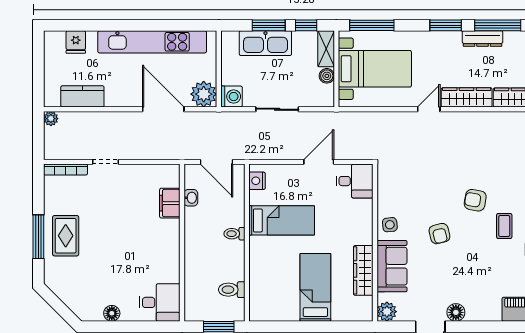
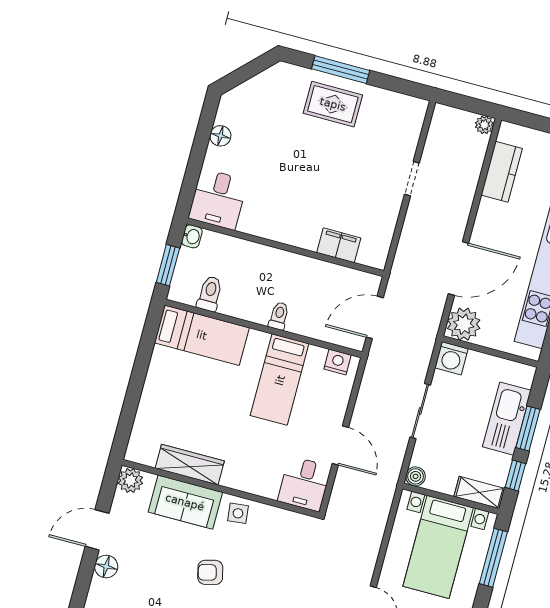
boiler: (327, 76) -> (416, 476), moved
bookcase: (66, 170) -> (416, 126), removed
washbasin: (191, 198) -> (192, 236), moved, turned -90
bed: (315, 287) -> (202, 335), moved

